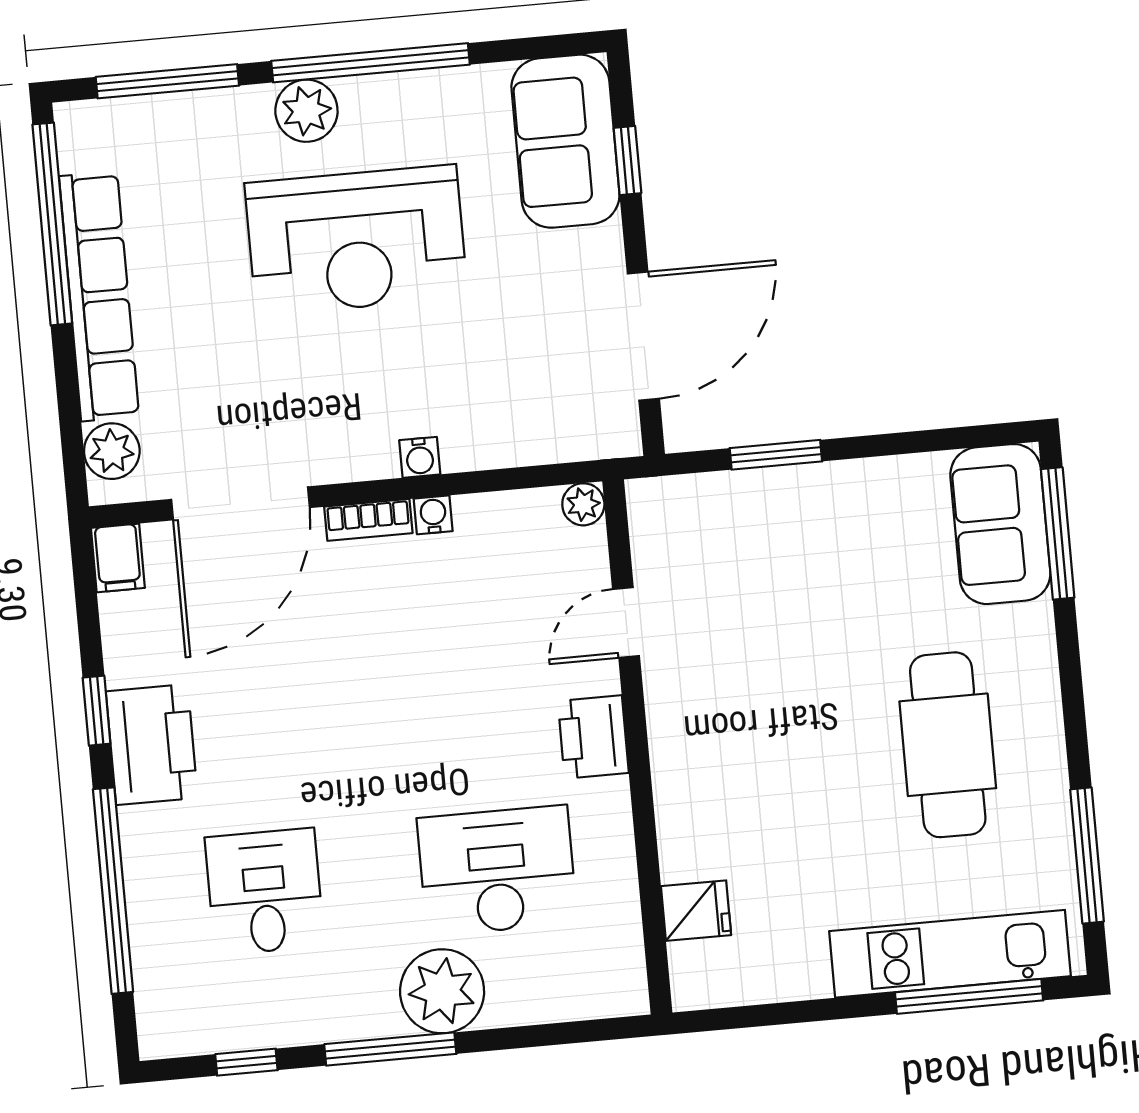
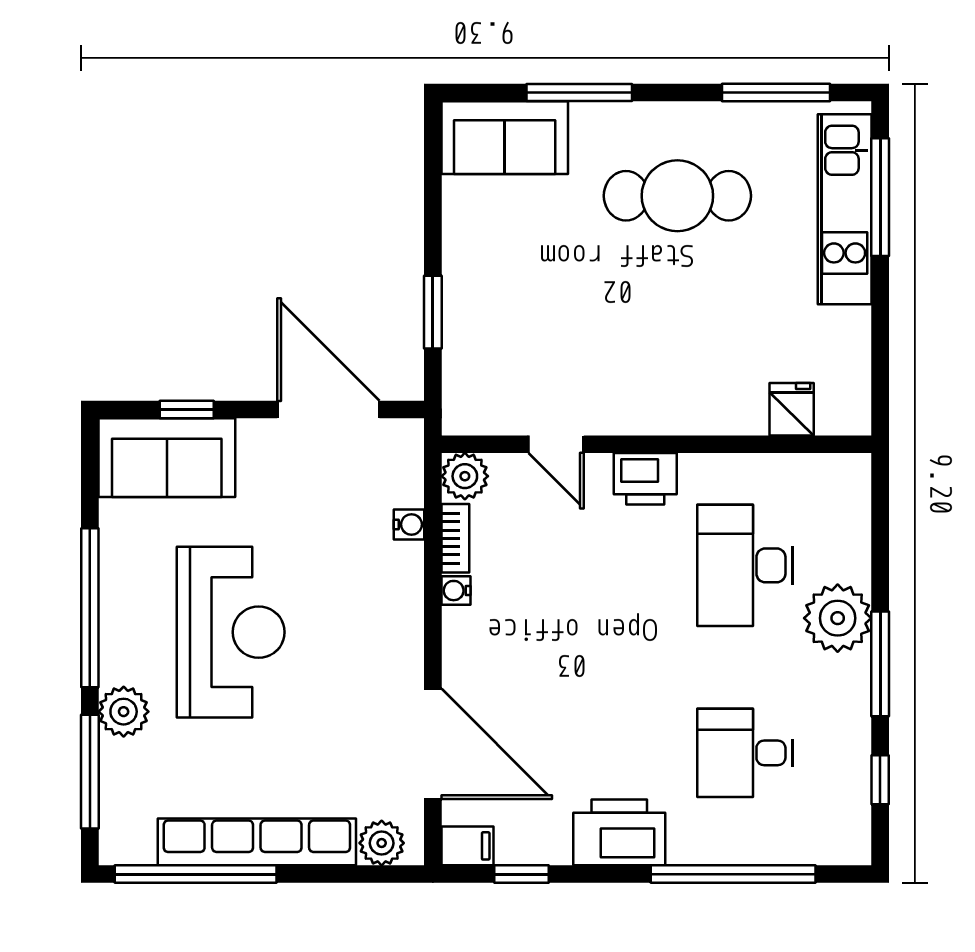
plant: (306, 111) -> (124, 712), moved
water cooler: (420, 457) -> (409, 524), moved
plant: (583, 504) -> (465, 476), width x1.38, depth x1.38
bookcase: (368, 520) -> (455, 538), moved
window: (1058, 533) -> (579, 92), moved
window: (97, 711) -> (522, 874), moved

